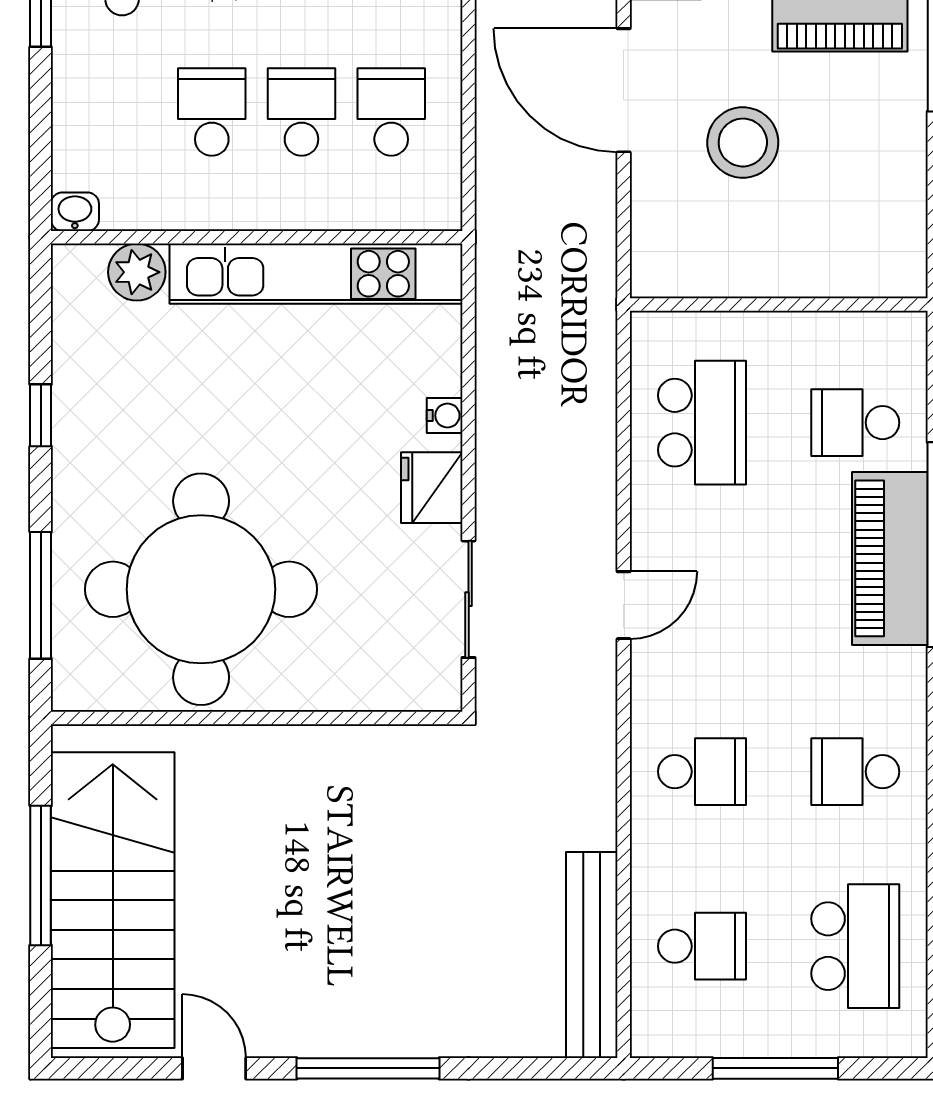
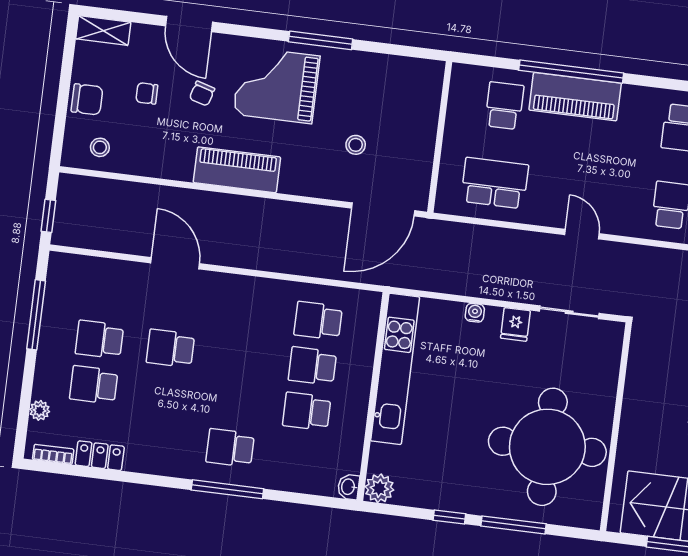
door: (624, 90) -> (383, 209), moved
stool: (743, 143) -> (356, 145), width x0.53, depth x0.53
plant: (137, 272) -> (379, 488), moved
school desk: (855, 423) -> (504, 106), turned 180
fridge: (432, 488) -> (515, 324), width x0.72
window: (41, 595) -> (514, 525), moved

